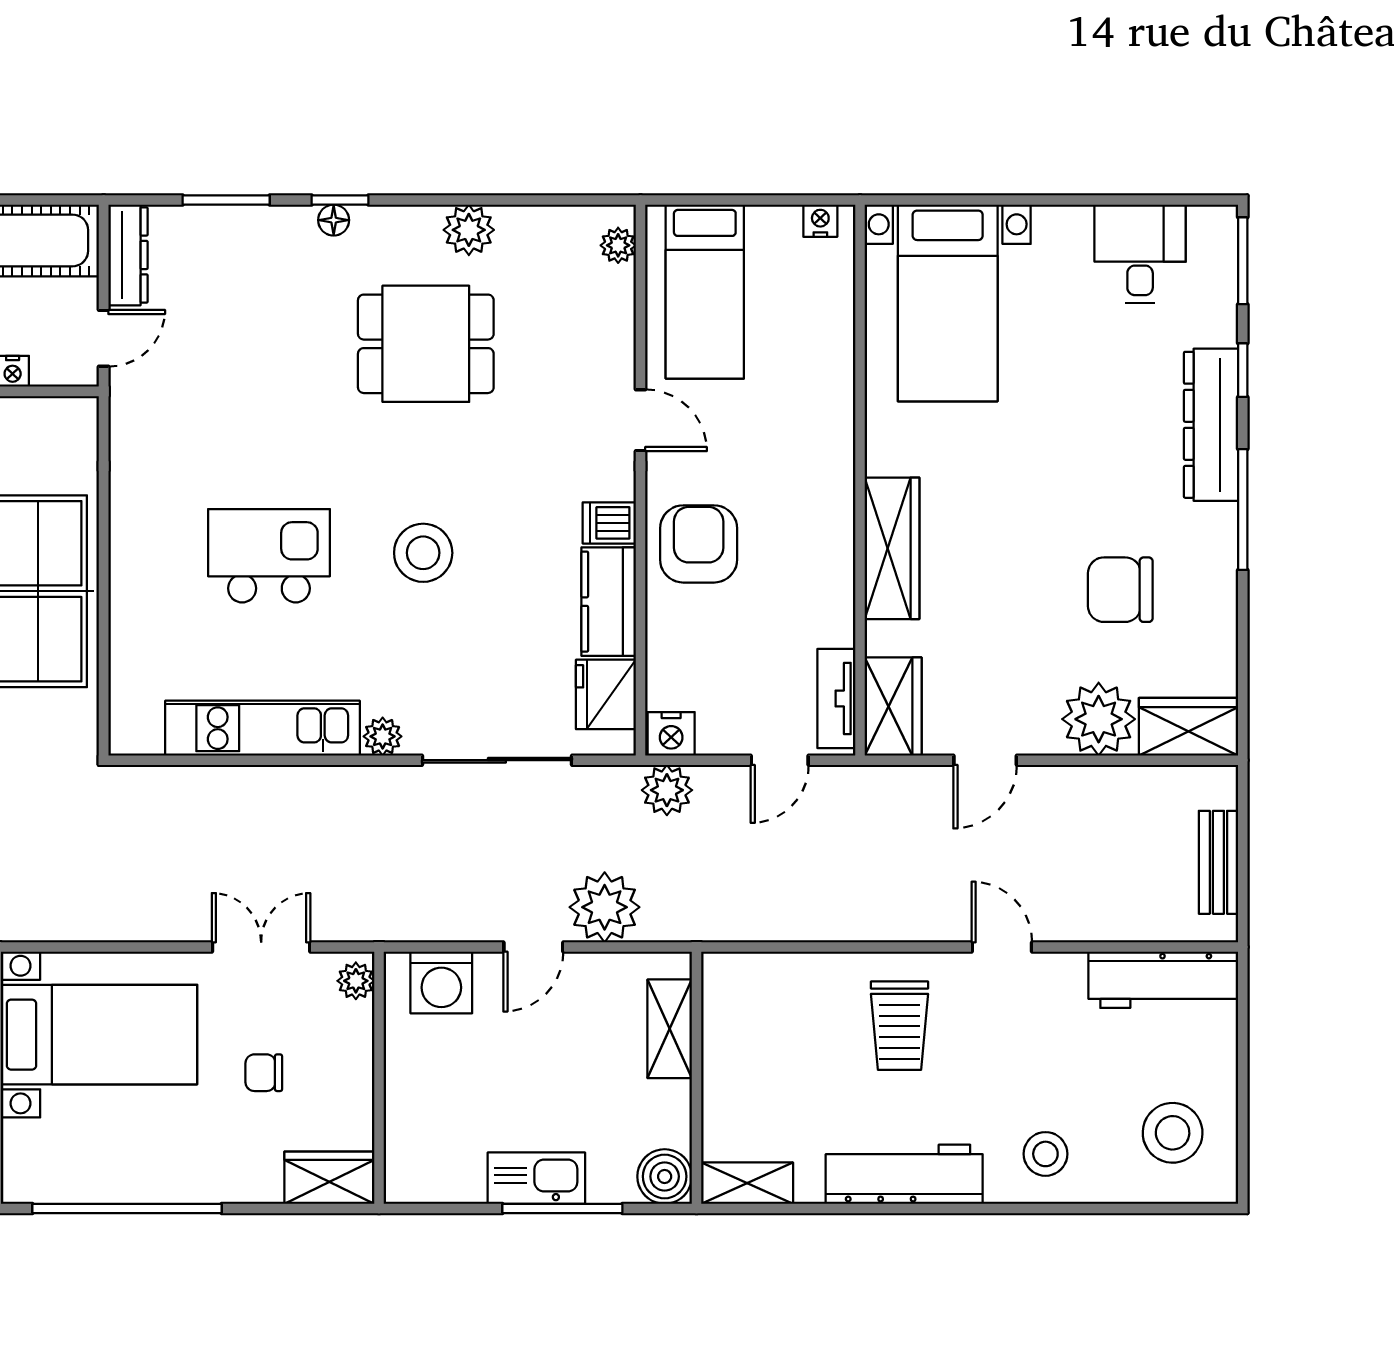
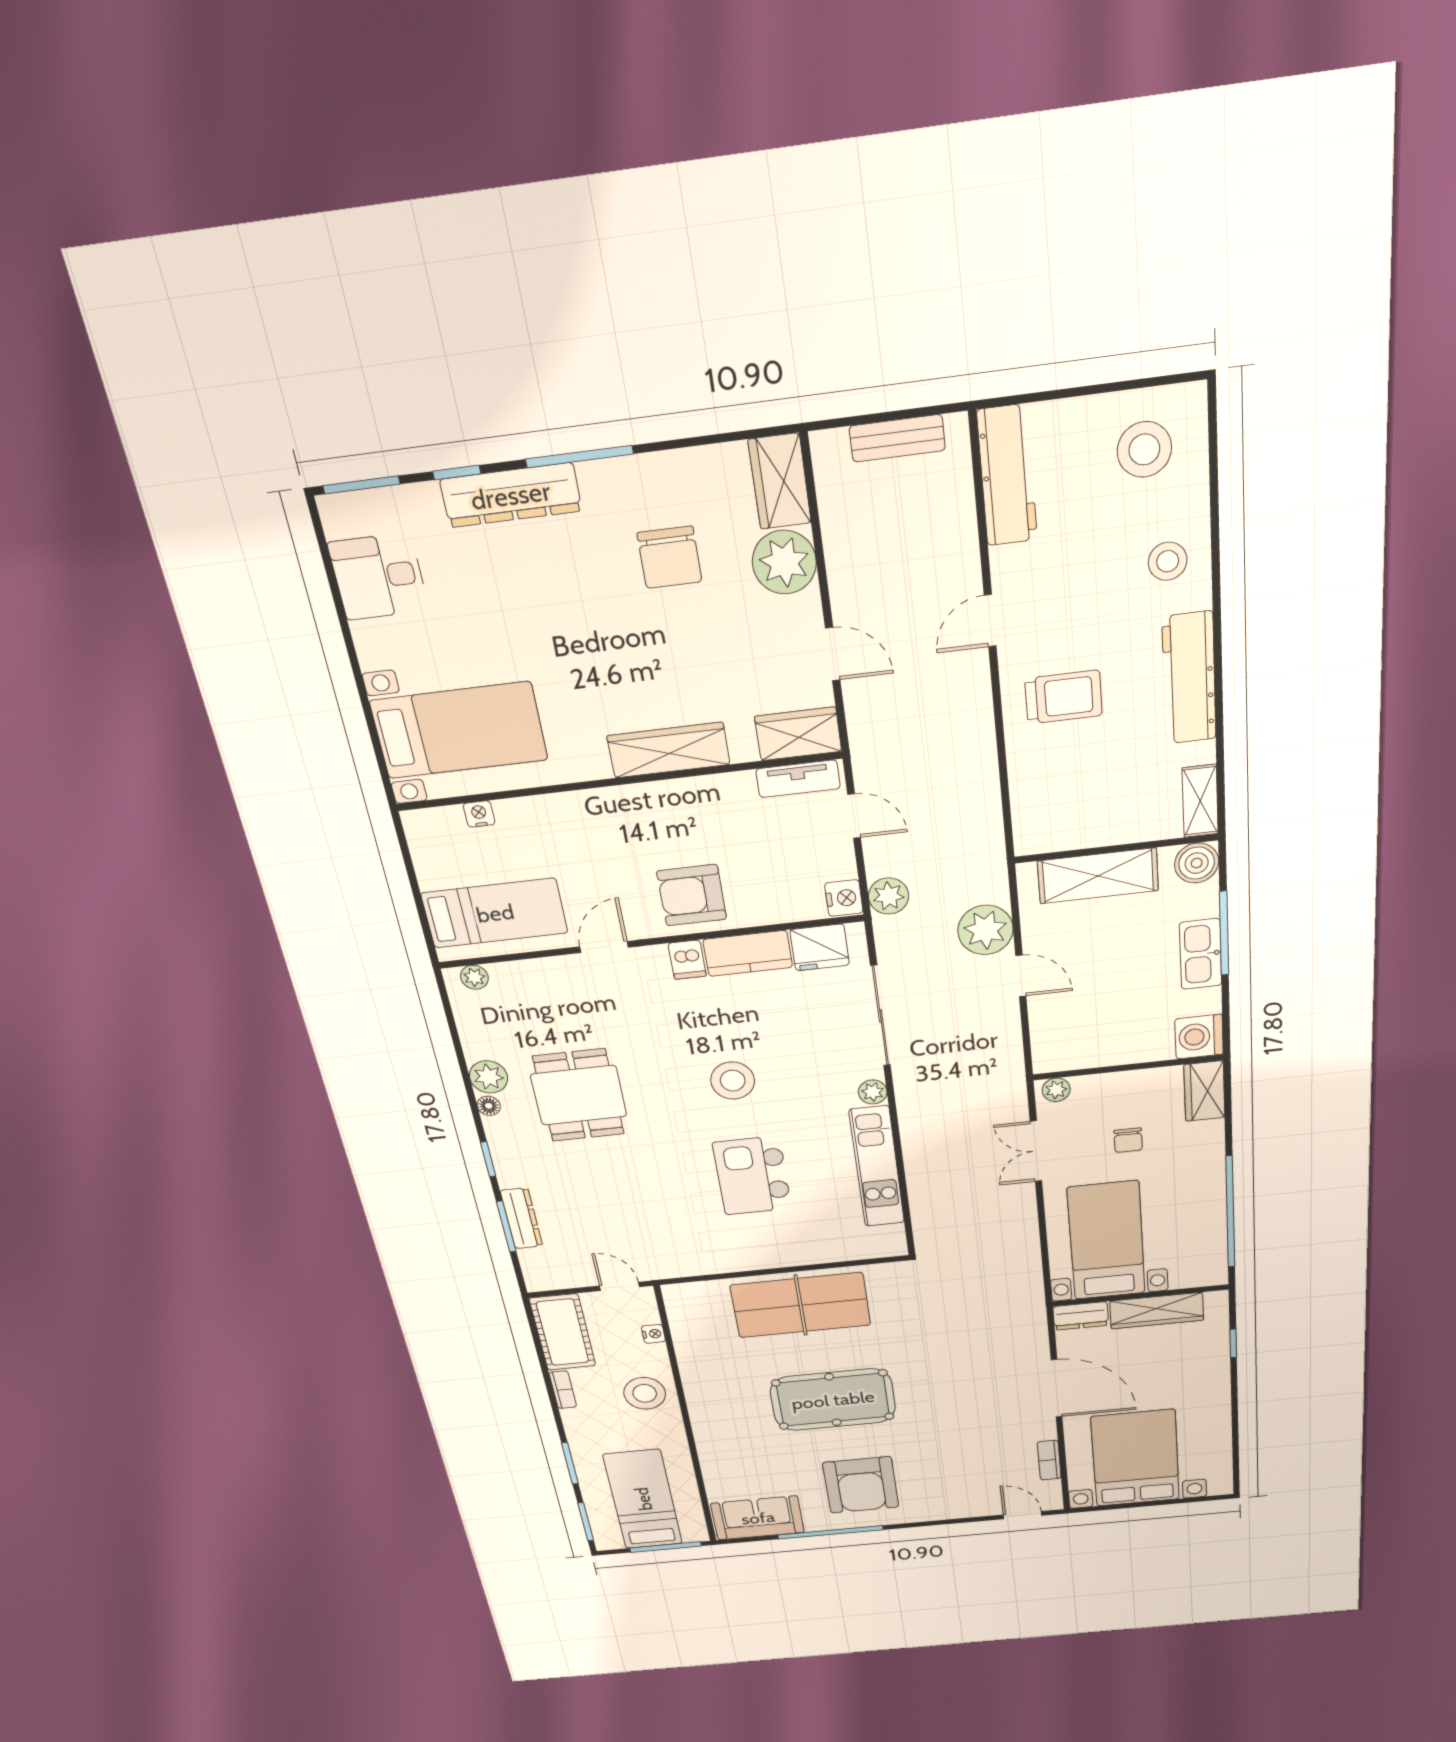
floor lamp: (334, 220) -> (489, 1106), moved
nightstand: (820, 221) -> (479, 814), moved, turned 90
dresser: (128, 255) -> (522, 1218), moved, turned 90
washing machine: (441, 983) -> (1199, 1037), moved, turned 180
shelving: (670, 1029) -> (1098, 876), width x1.50, depth x1.33

